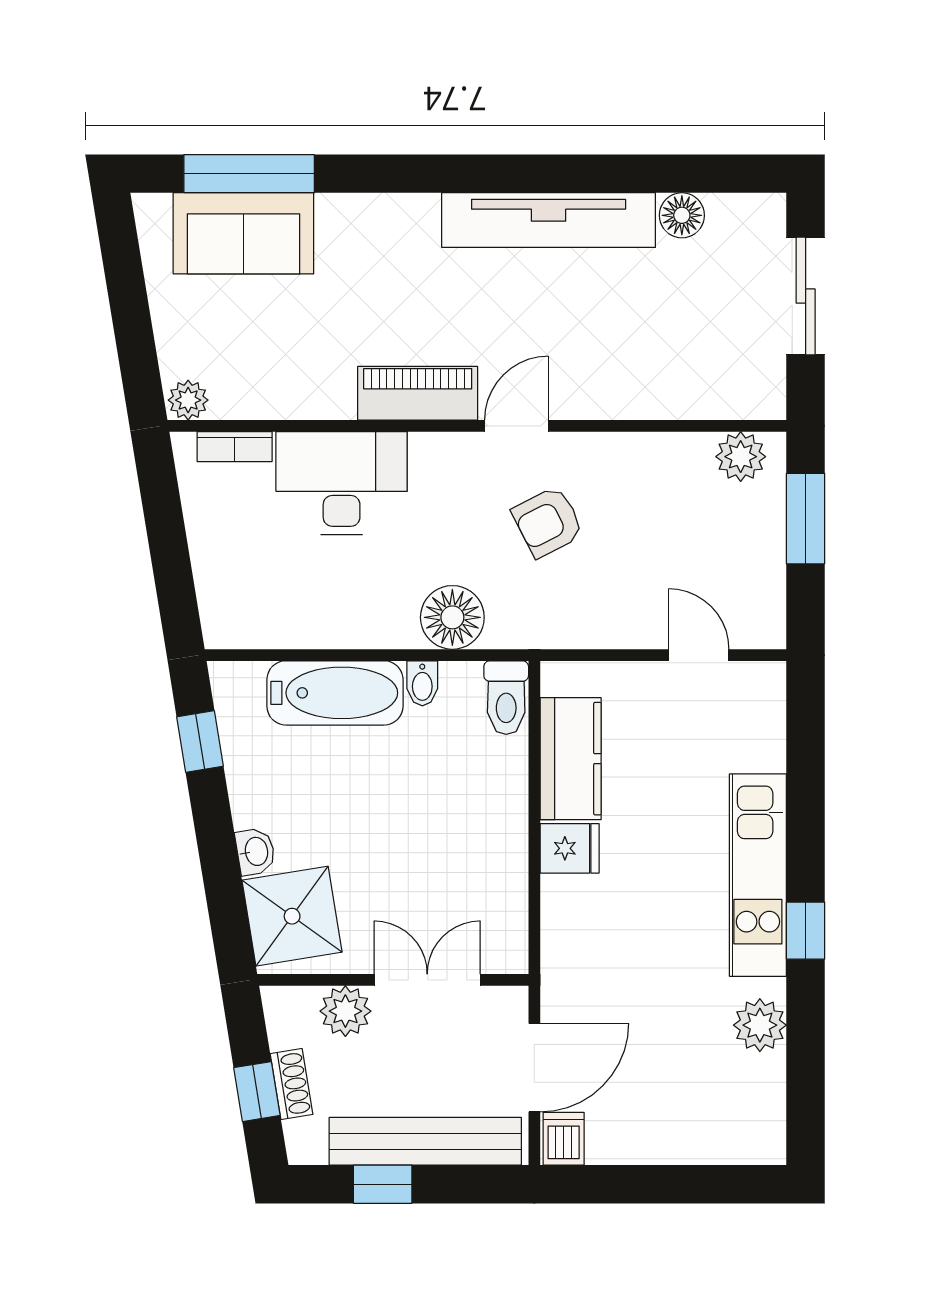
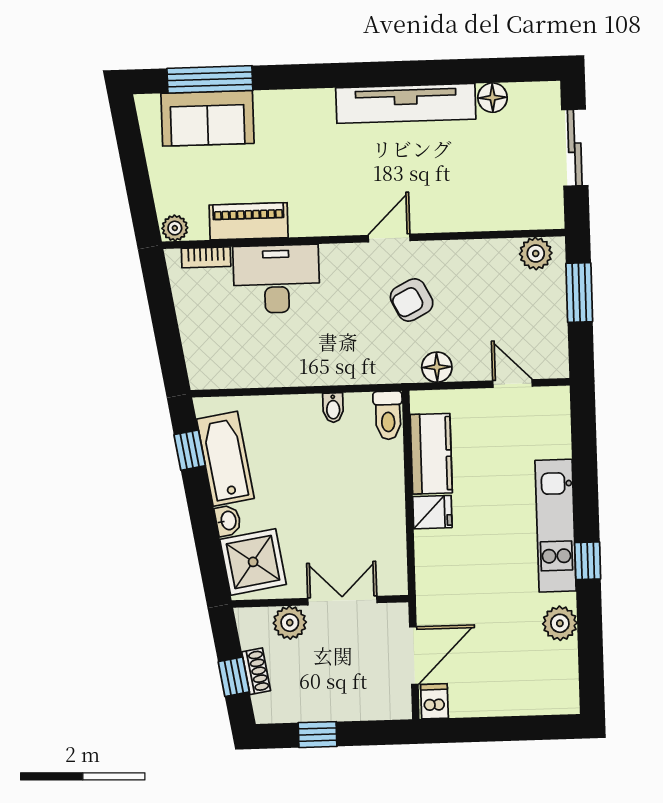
piano: (418, 393) -> (249, 221), moved
floor lamp: (452, 617) -> (437, 367), moved, width x0.73, depth x0.73
bathtub: (335, 693) -> (225, 459), moved, turned -99
bench: (425, 1141) -> (344, 706), removed

